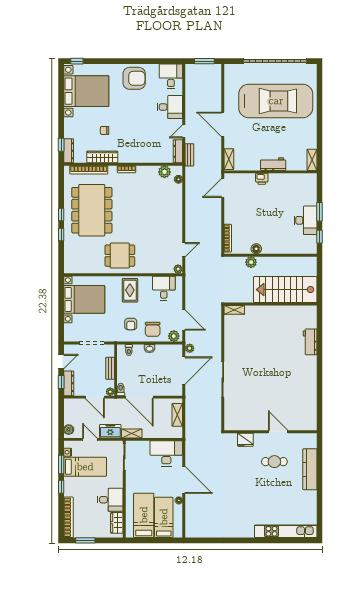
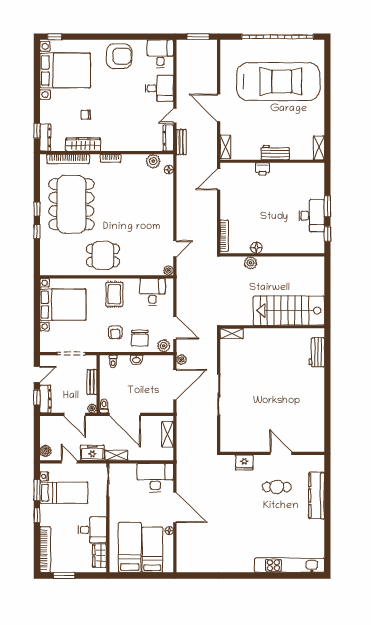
stairs: (285, 290) -> (289, 311), moved
wall: (270, 304) -> (272, 327), moved
shelving: (234, 310) -> (232, 333), moved

